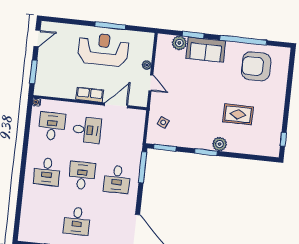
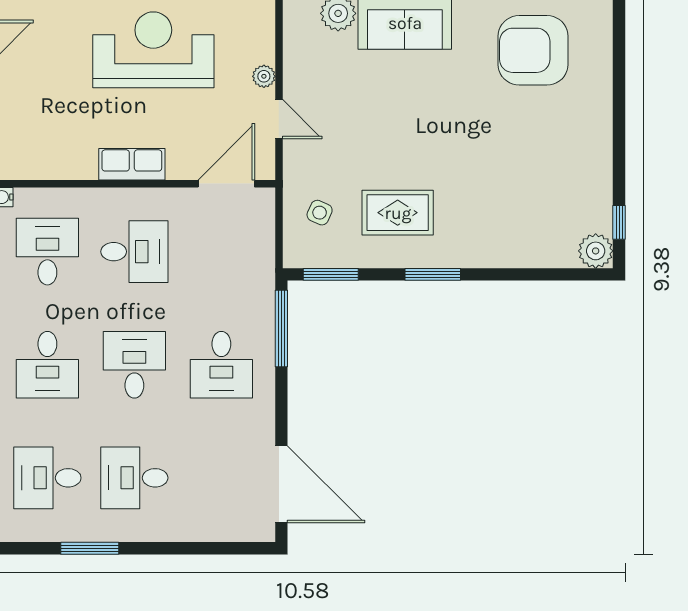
door: (116, 105) -> (226, 184), moved
rug: (238, 114) -> (398, 213), moved
plant: (220, 144) -> (596, 251), moved
desk: (42, 217) -> (47, 478), added
desk: (77, 221) -> (134, 478), turned 90

